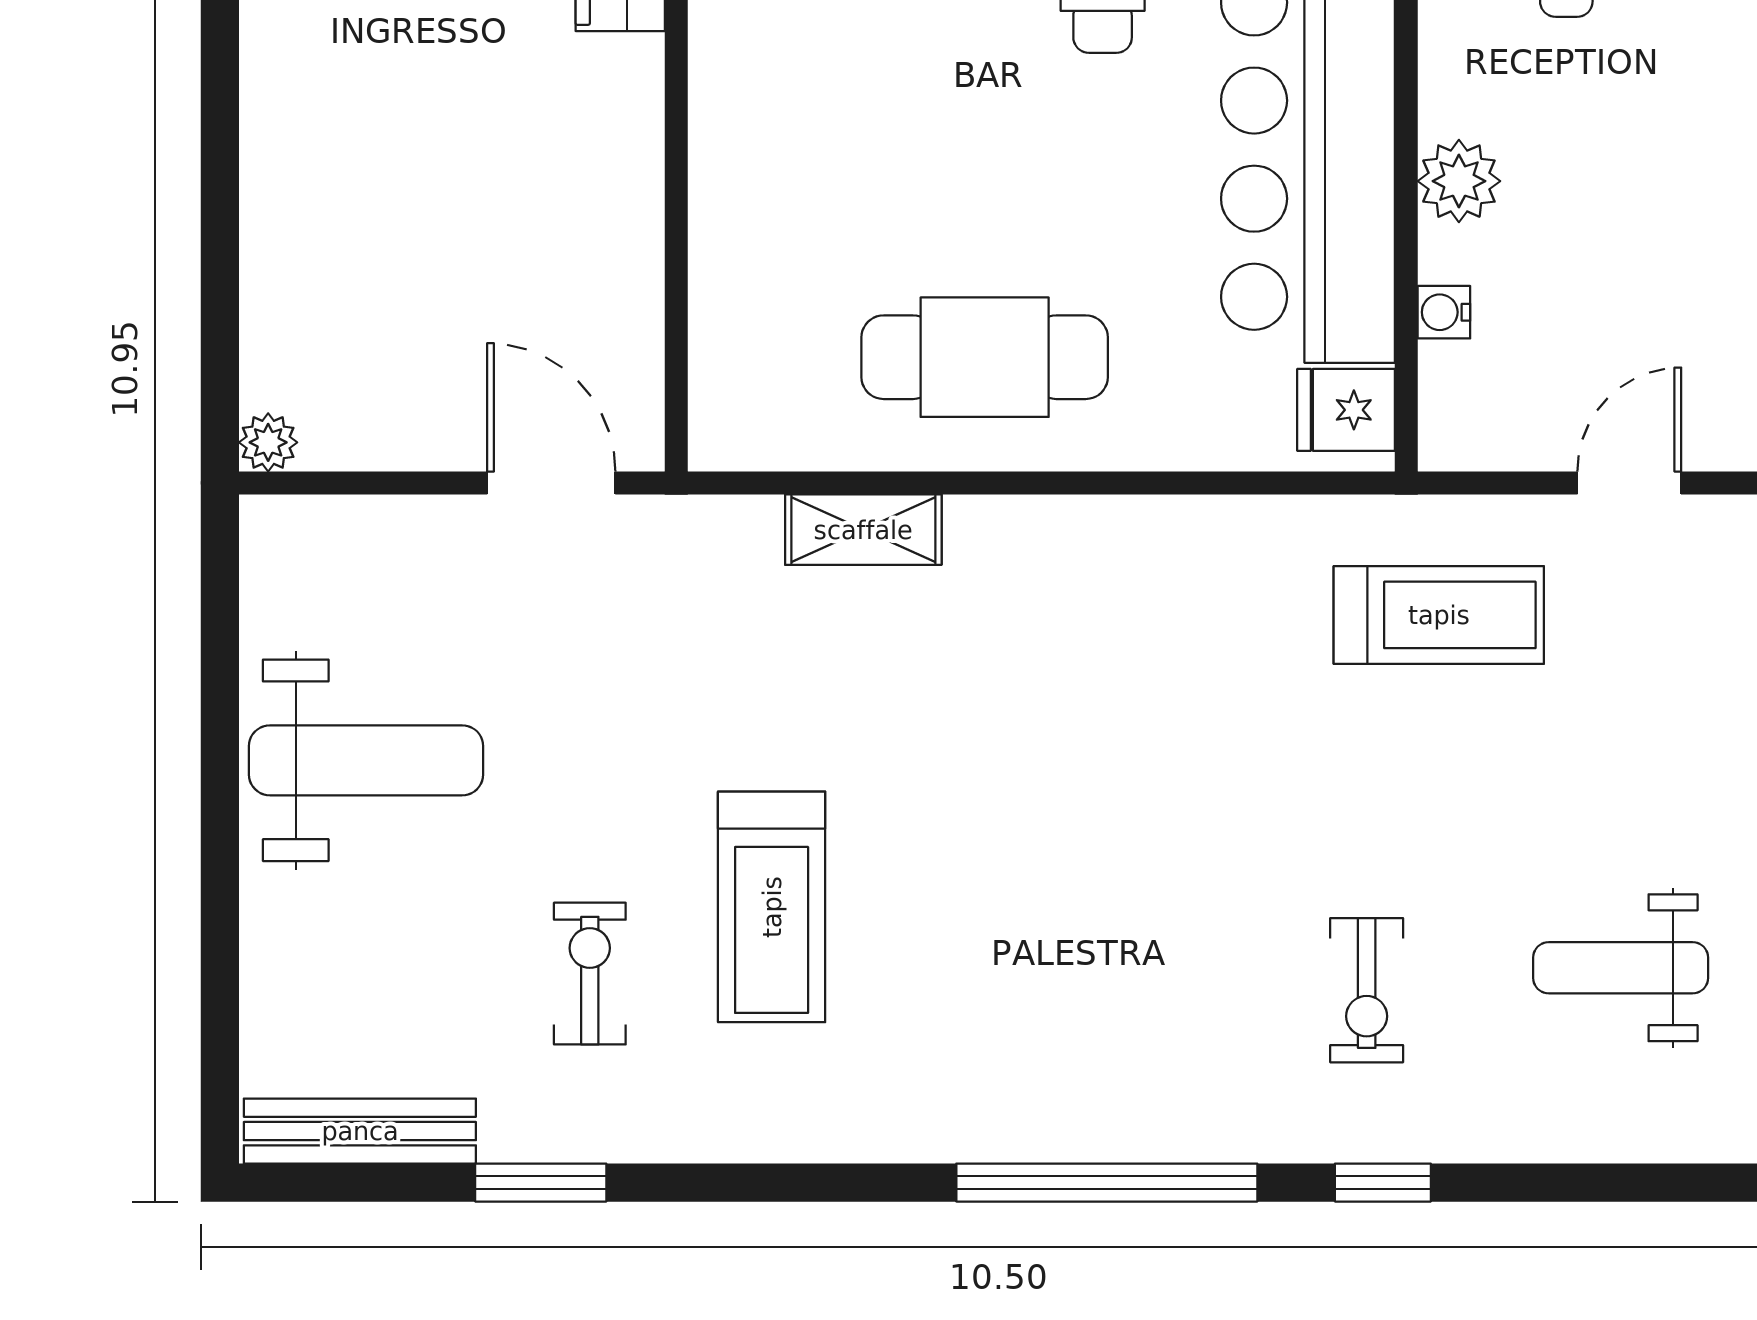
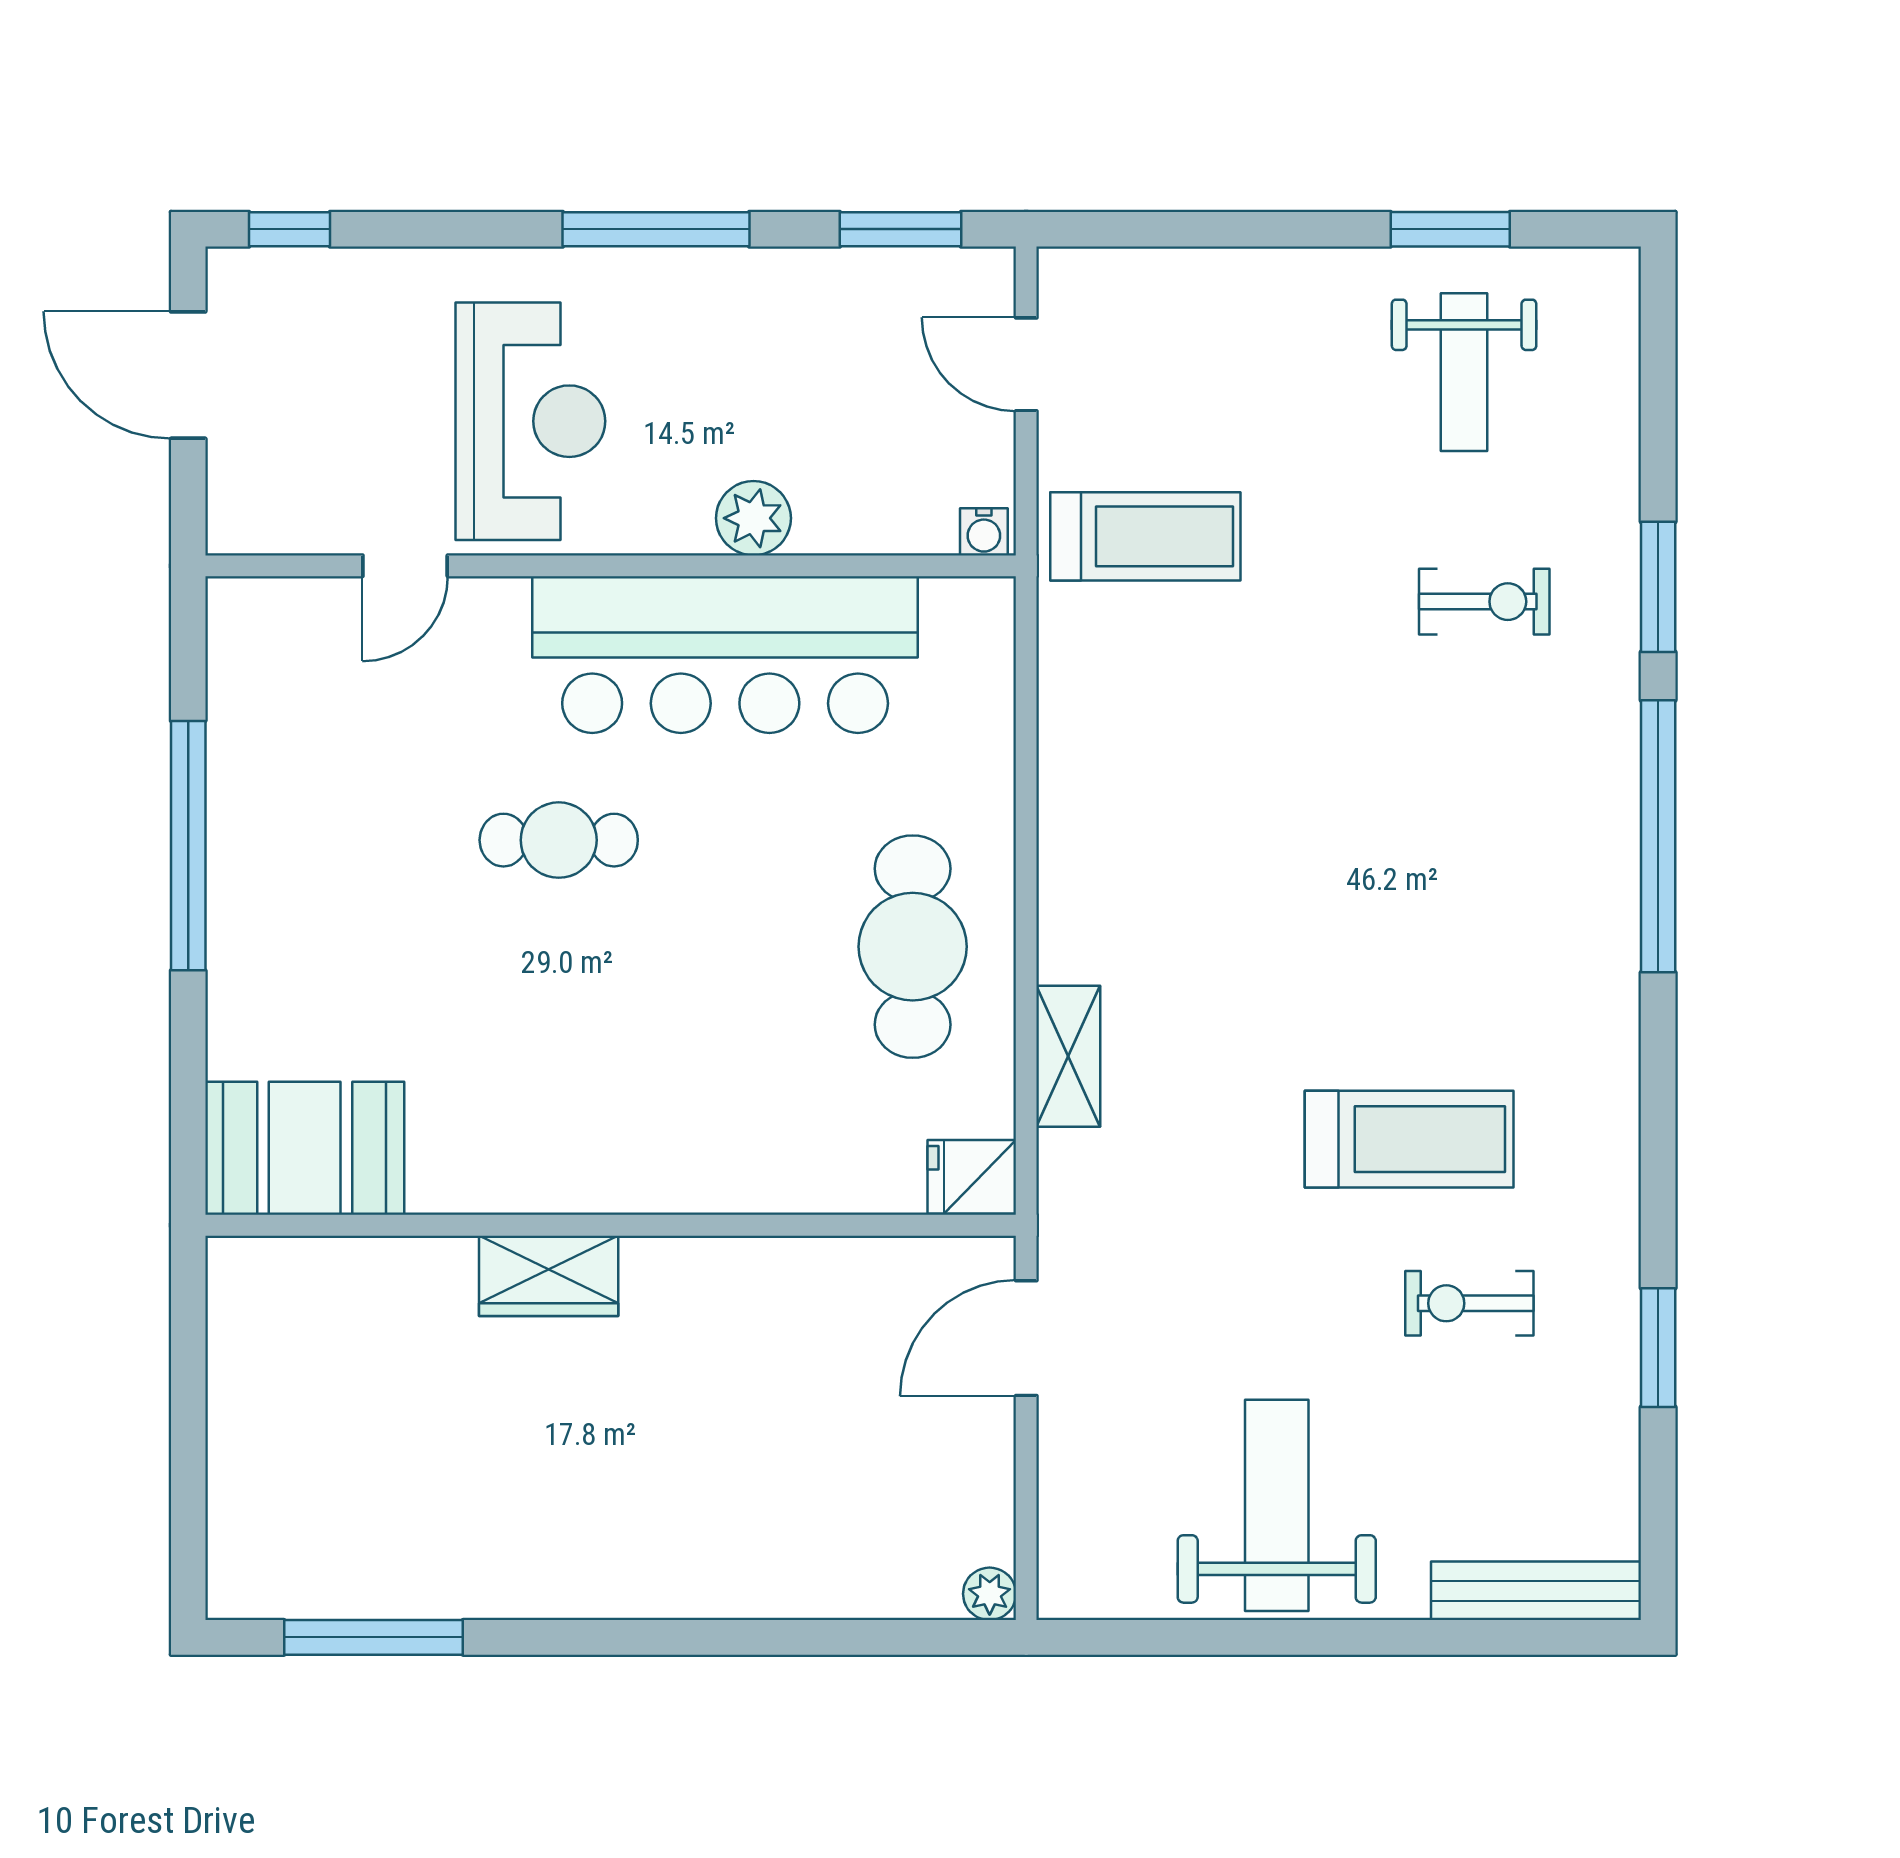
water cooler: (1444, 312) -> (984, 532), moved
fridge: (1346, 410) -> (972, 1177), moved, turned 90
treadmill: (1439, 615) -> (1145, 536), turned 90
bench: (360, 1131) -> (1536, 1591), moved, turned 90
window: (1383, 1183) -> (1658, 587), width x1.50

